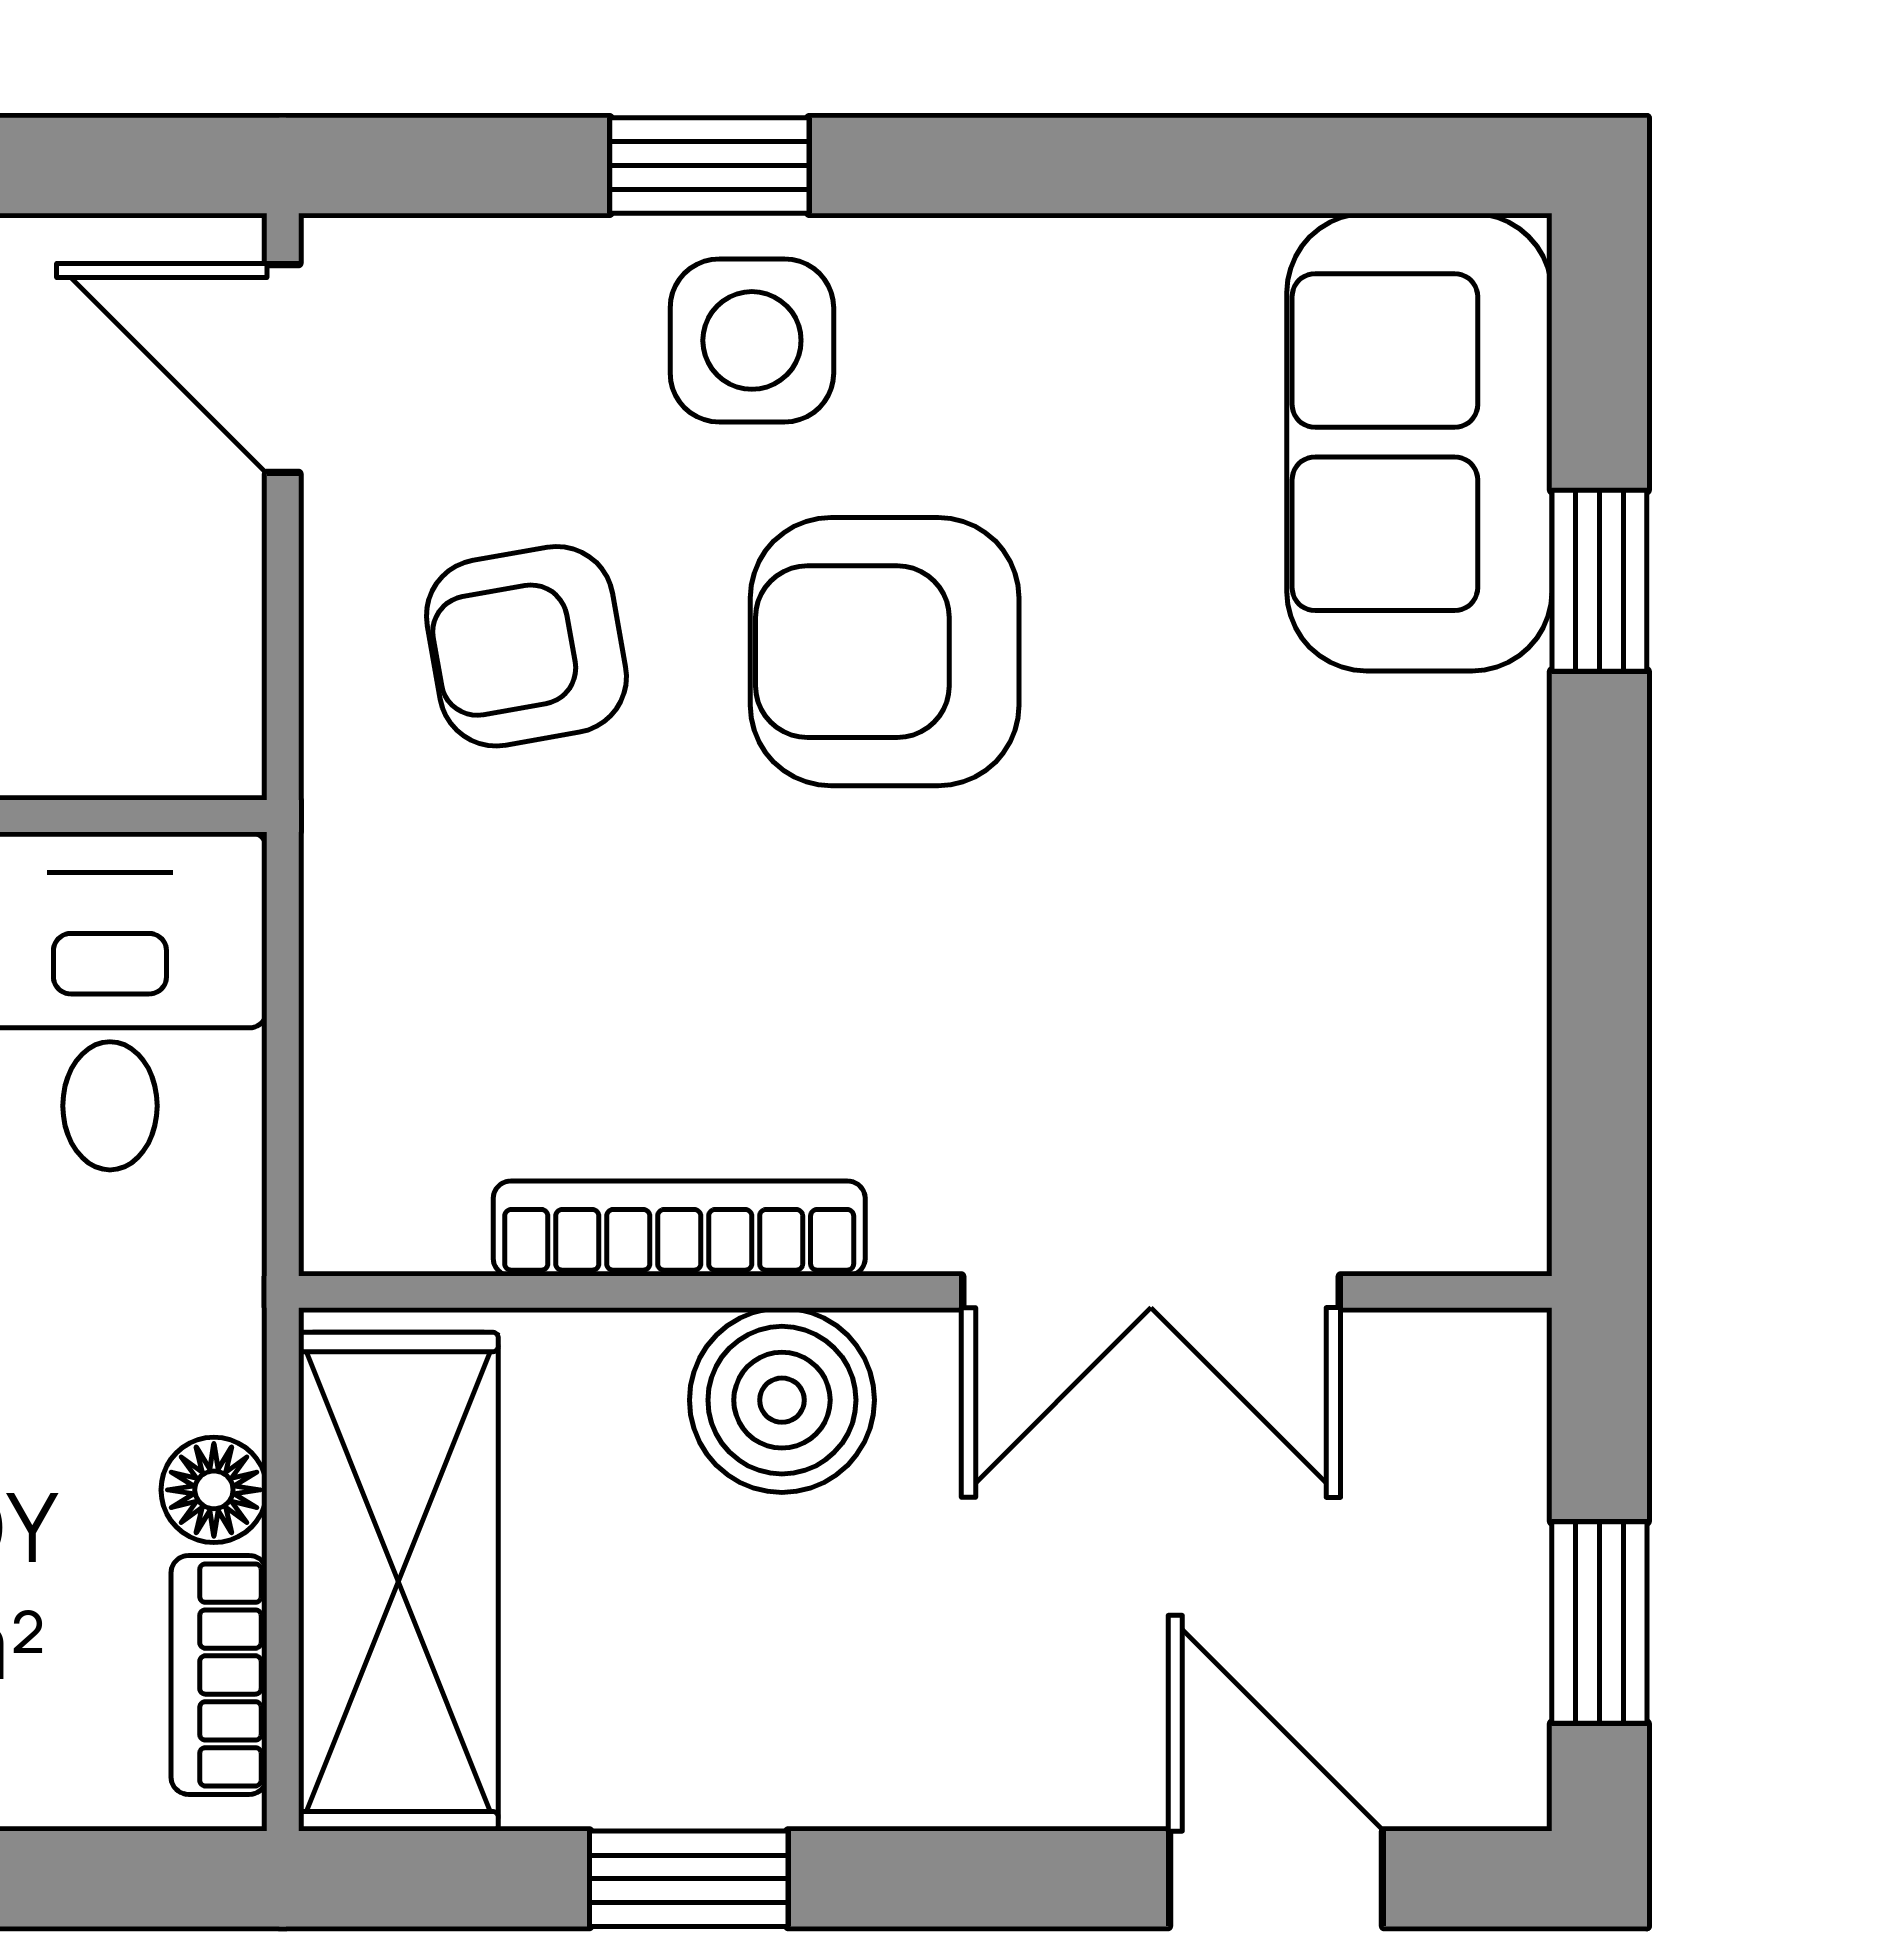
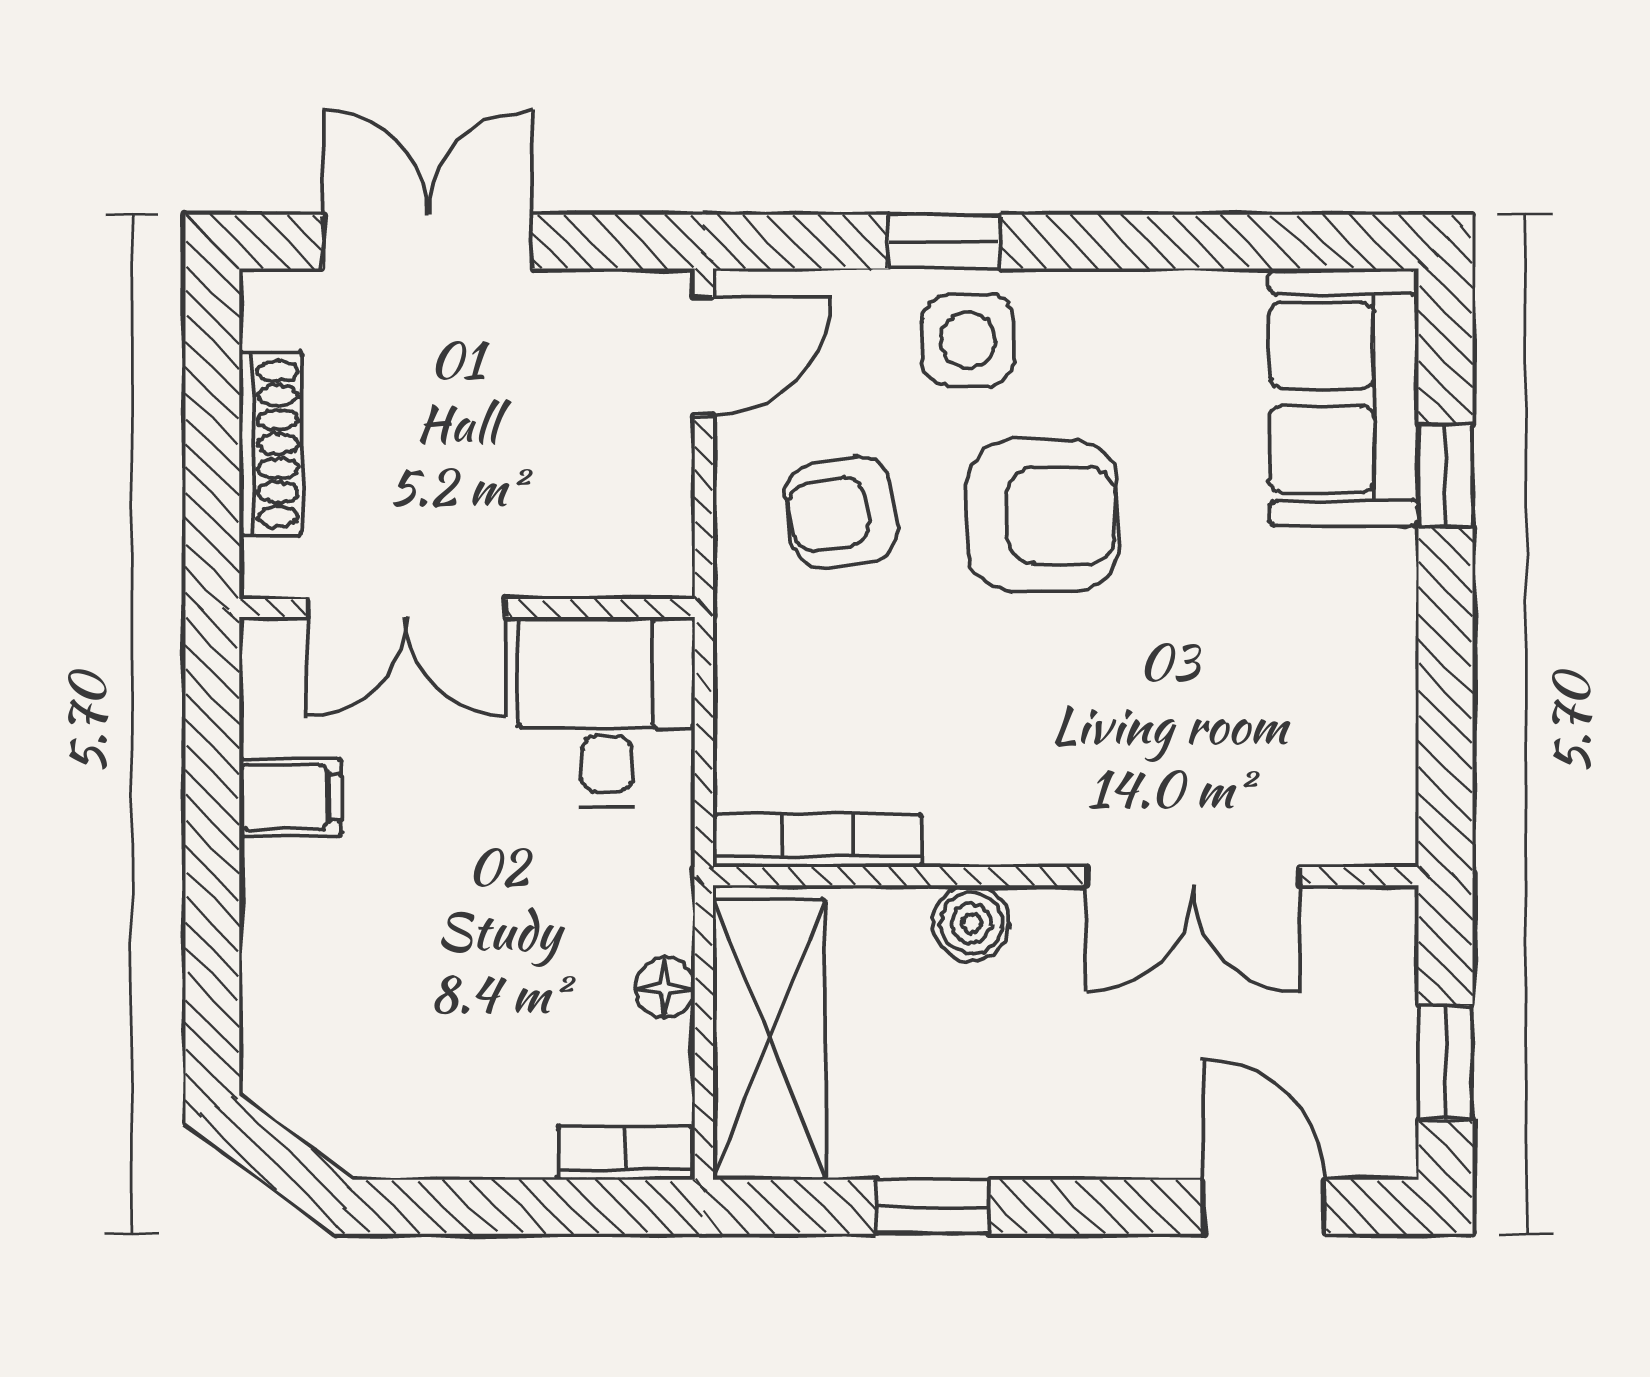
door: (283, 369) -> (704, 356), swing flipped
armchair: (885, 652) -> (1043, 515), turned 180
bookcase: (679, 1228) -> (817, 840), moved
boiler: (782, 1400) -> (971, 923), width x0.73, depth x0.73
bookcase: (219, 1675) -> (625, 1153), moved, turned 90

